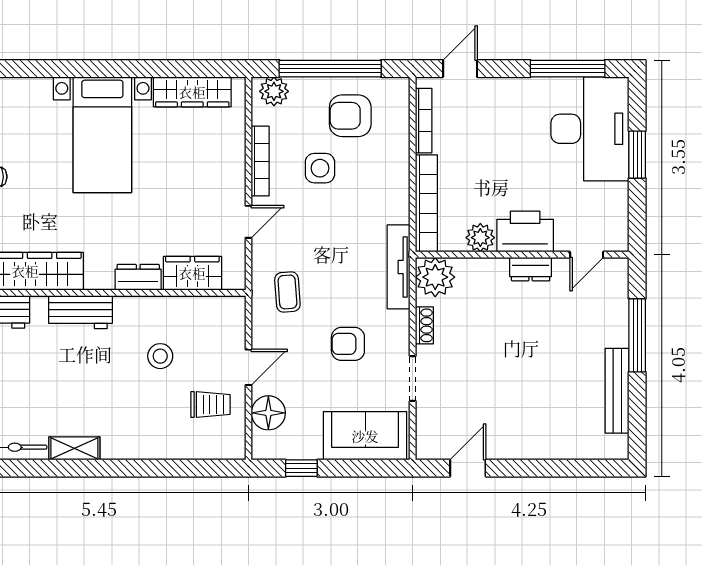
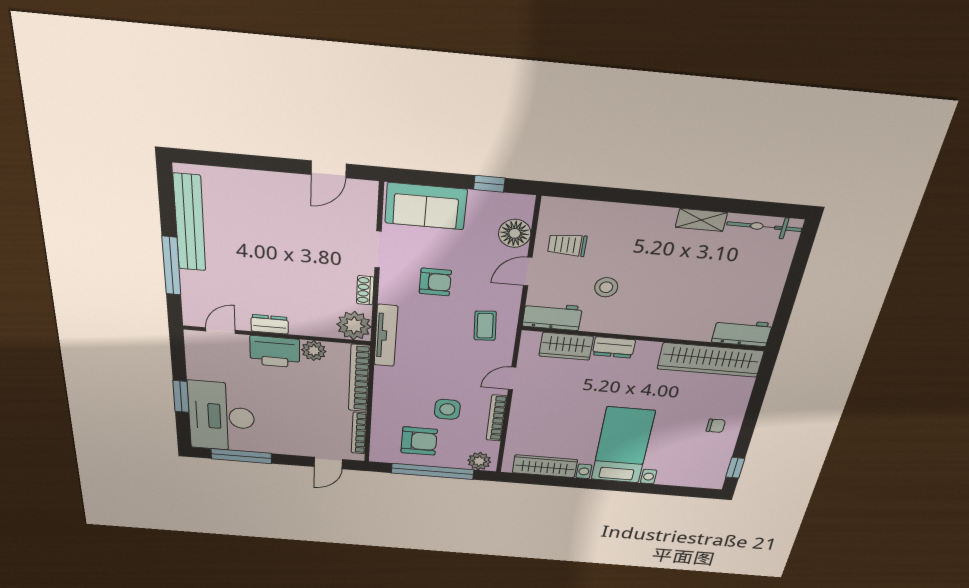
workbench: (80, 312) -> (552, 316), moved
bench: (617, 391) -> (190, 223), width x1.37, depth x1.21

